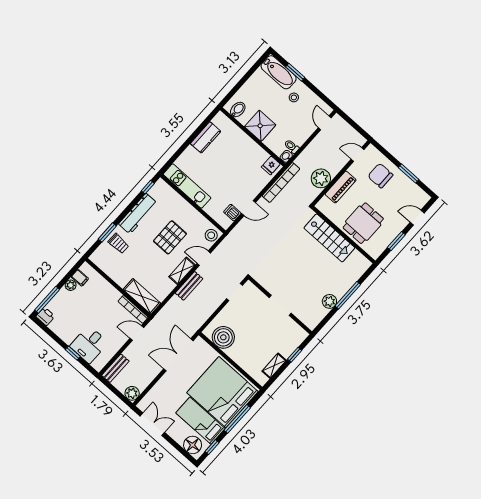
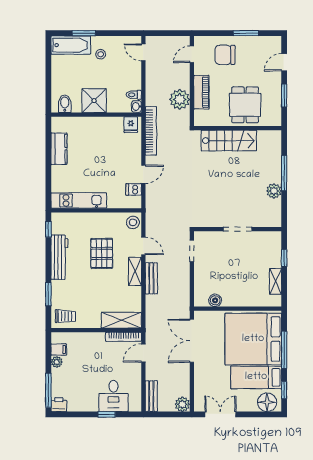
trolley: (118, 244) -> (65, 316), moved
door: (204, 258) -> (143, 246), swing flipped
boiler: (223, 337) -> (215, 300), width x0.54, depth x0.54

